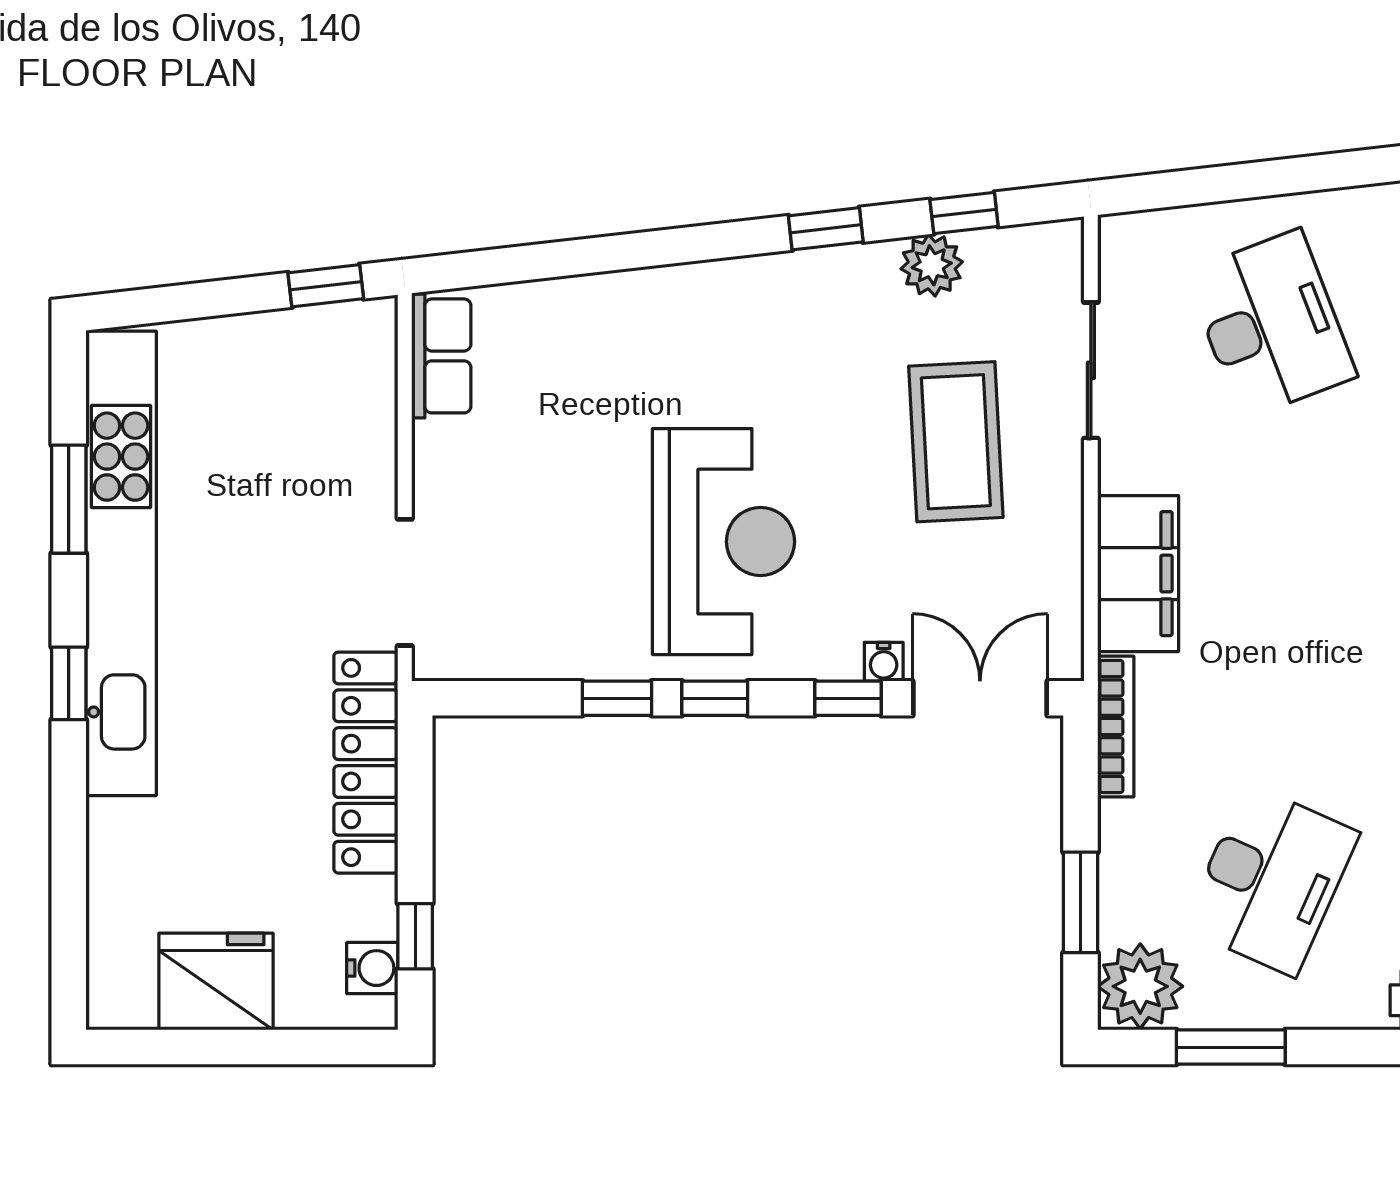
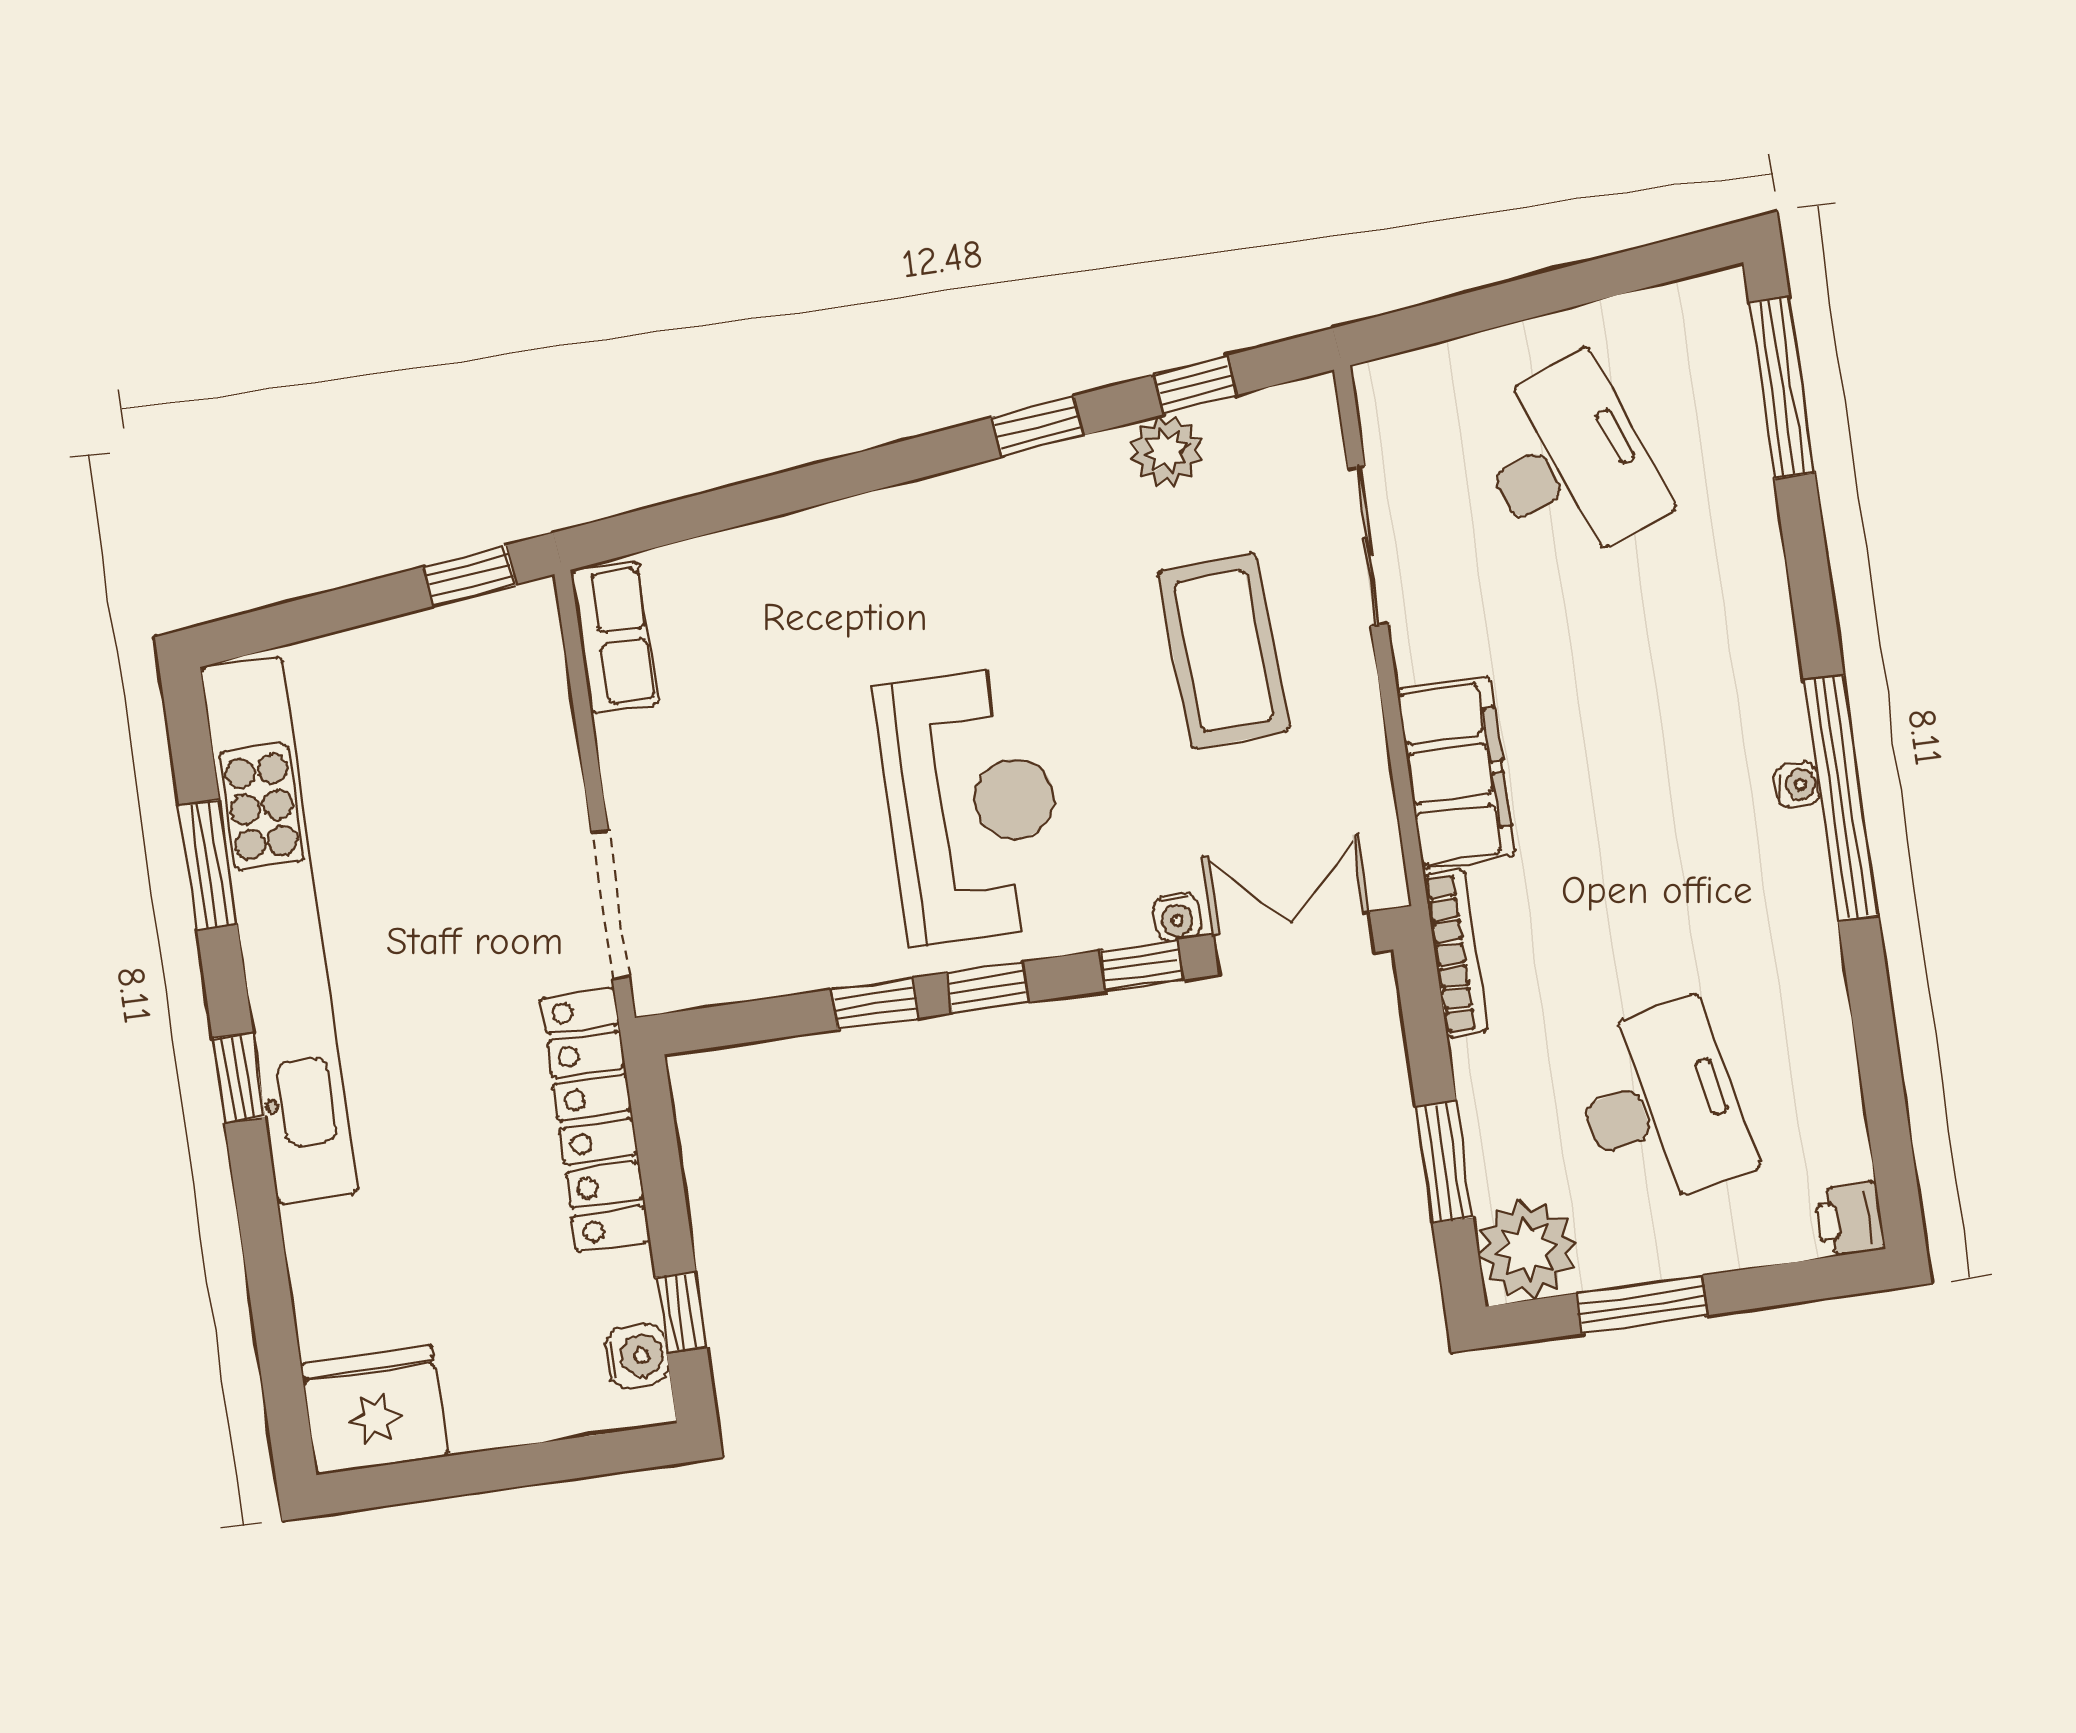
desk: (1271, 880) -> (1661, 1105), turned -36
fridge: (216, 982) -> (374, 1410), moved

